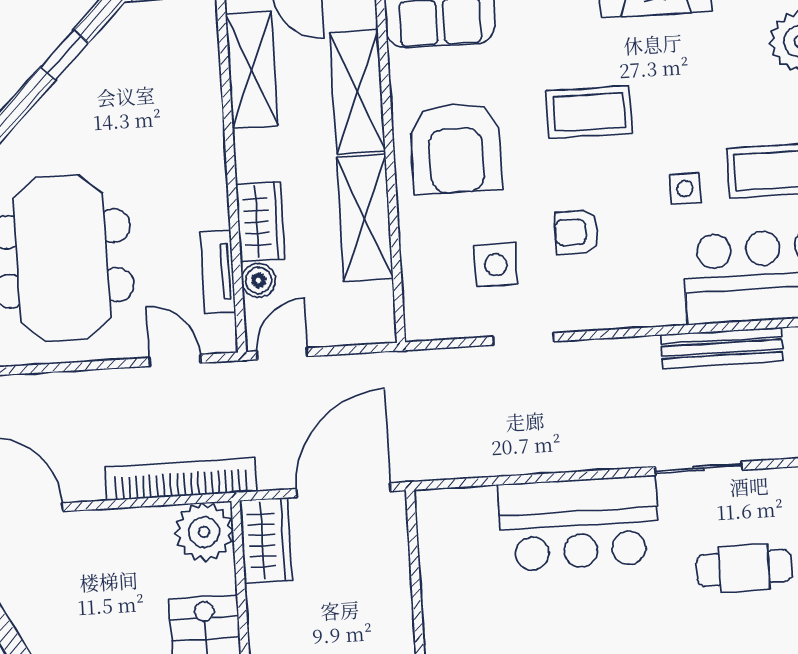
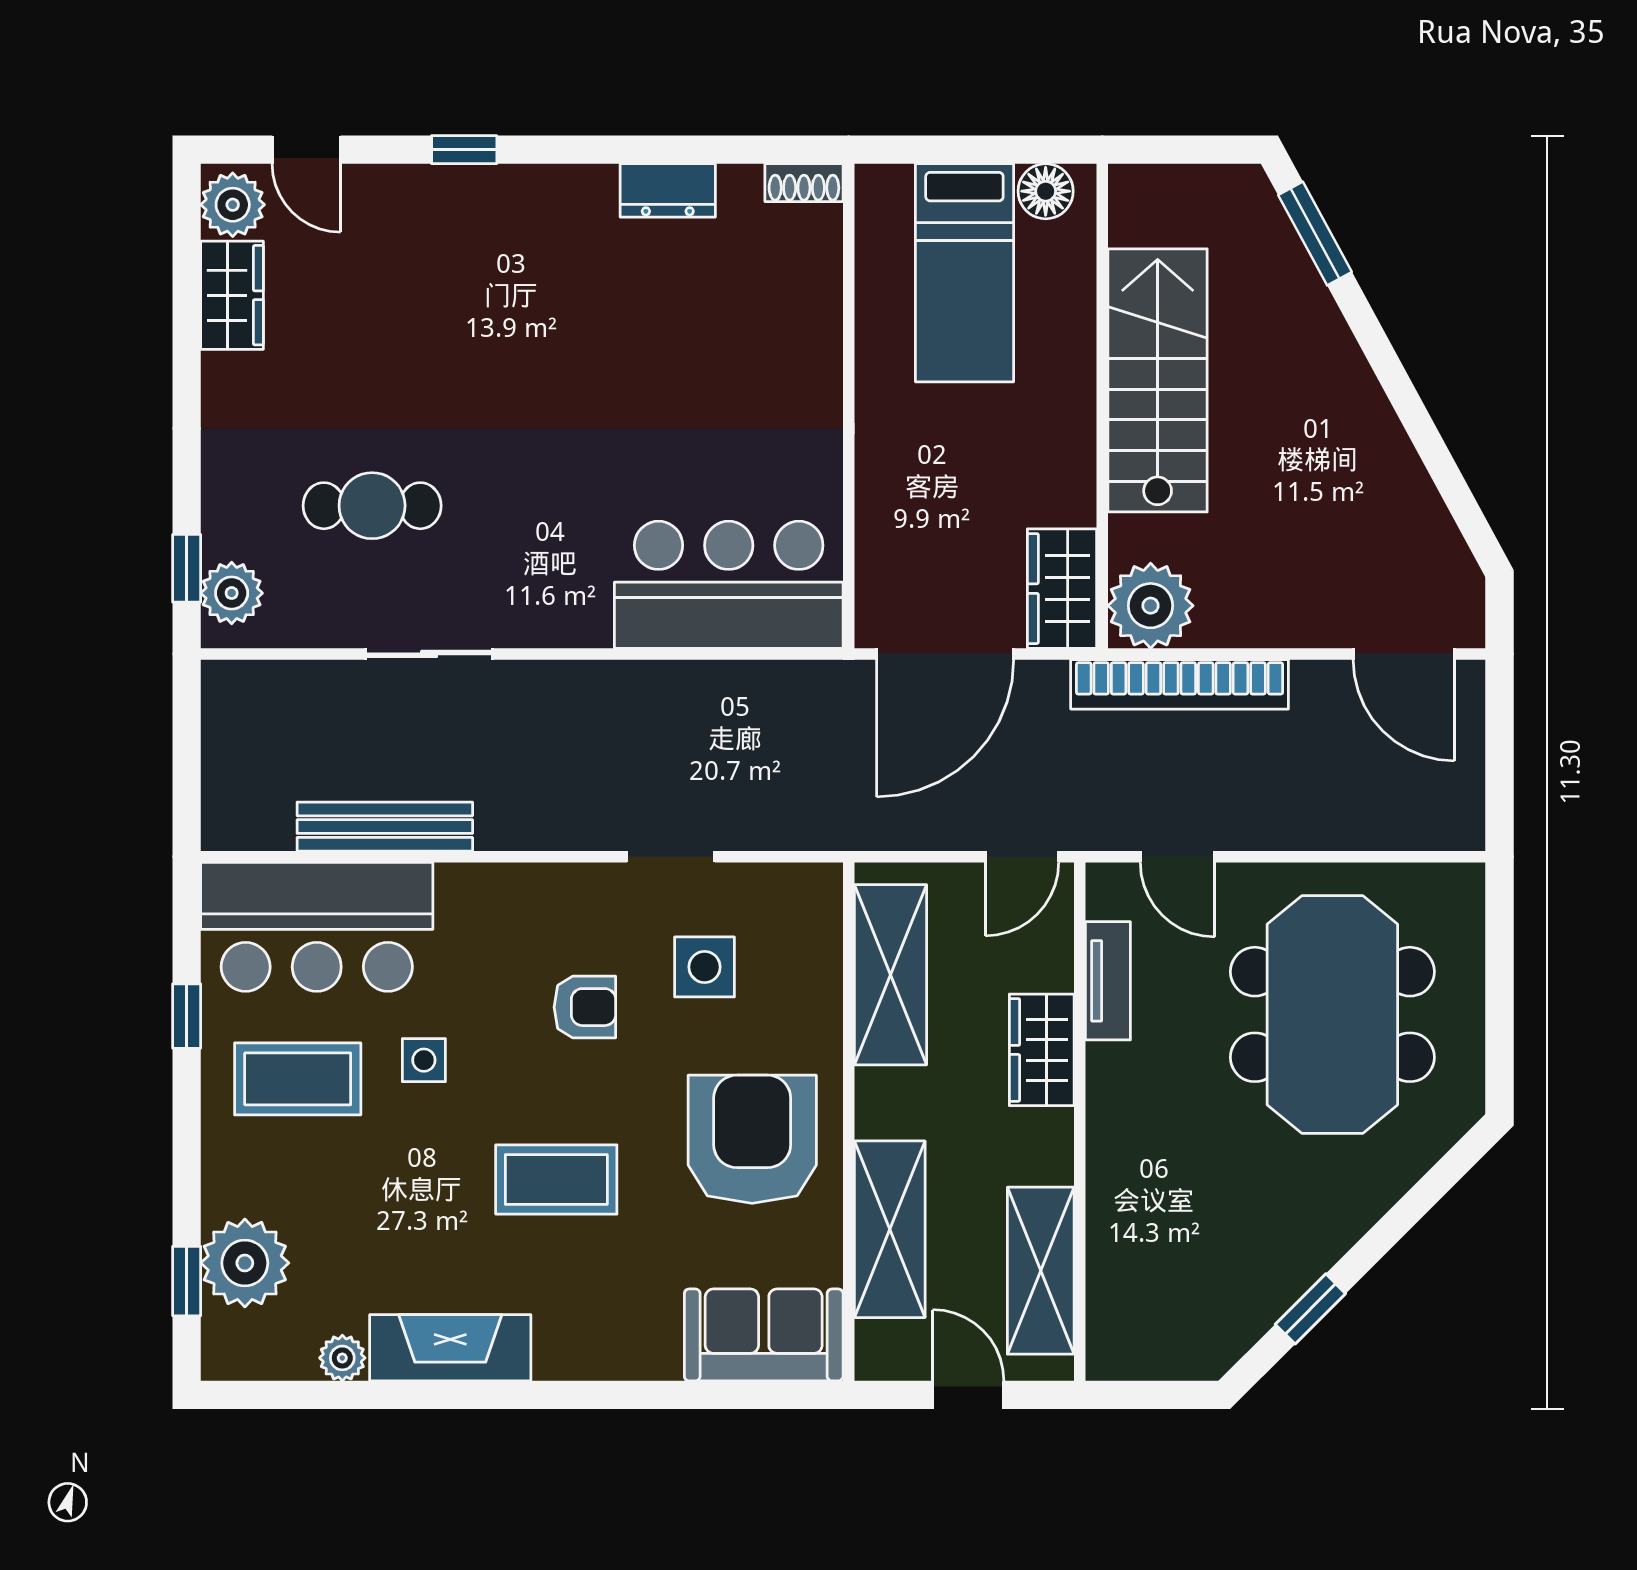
shelving: (365, 218) -> (890, 975), moved
boiler: (259, 280) -> (1050, 965), removed
bar counter: (579, 524) -> (729, 585), moved

